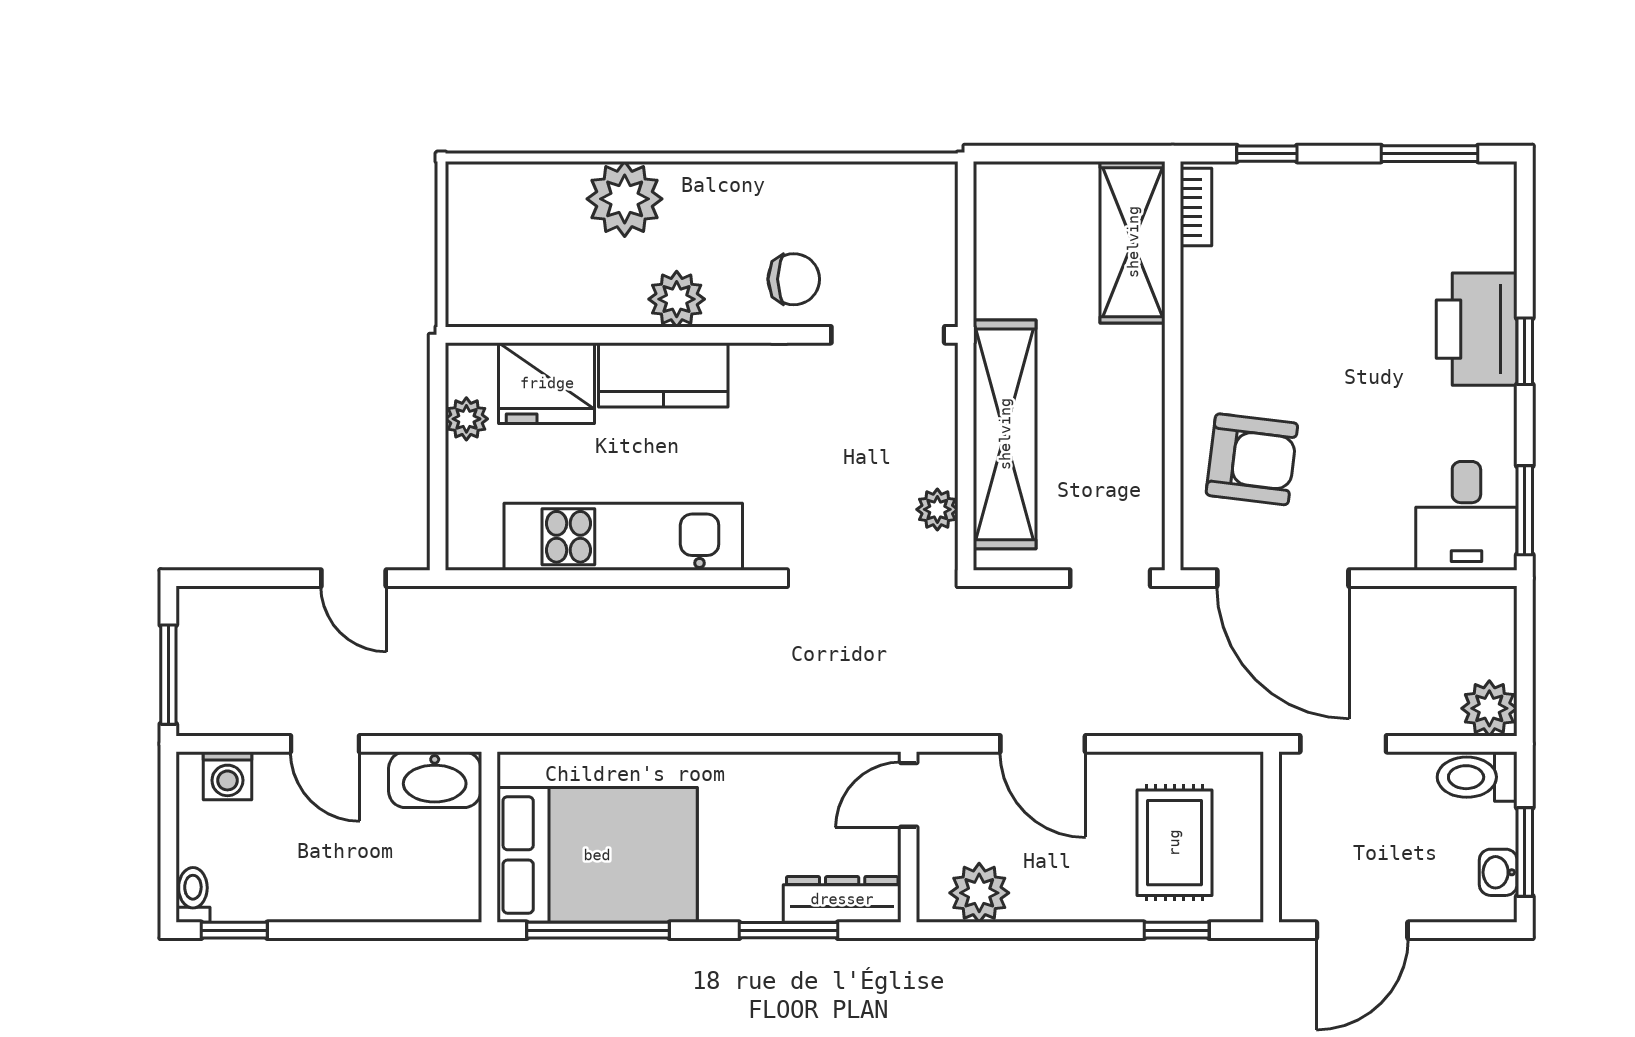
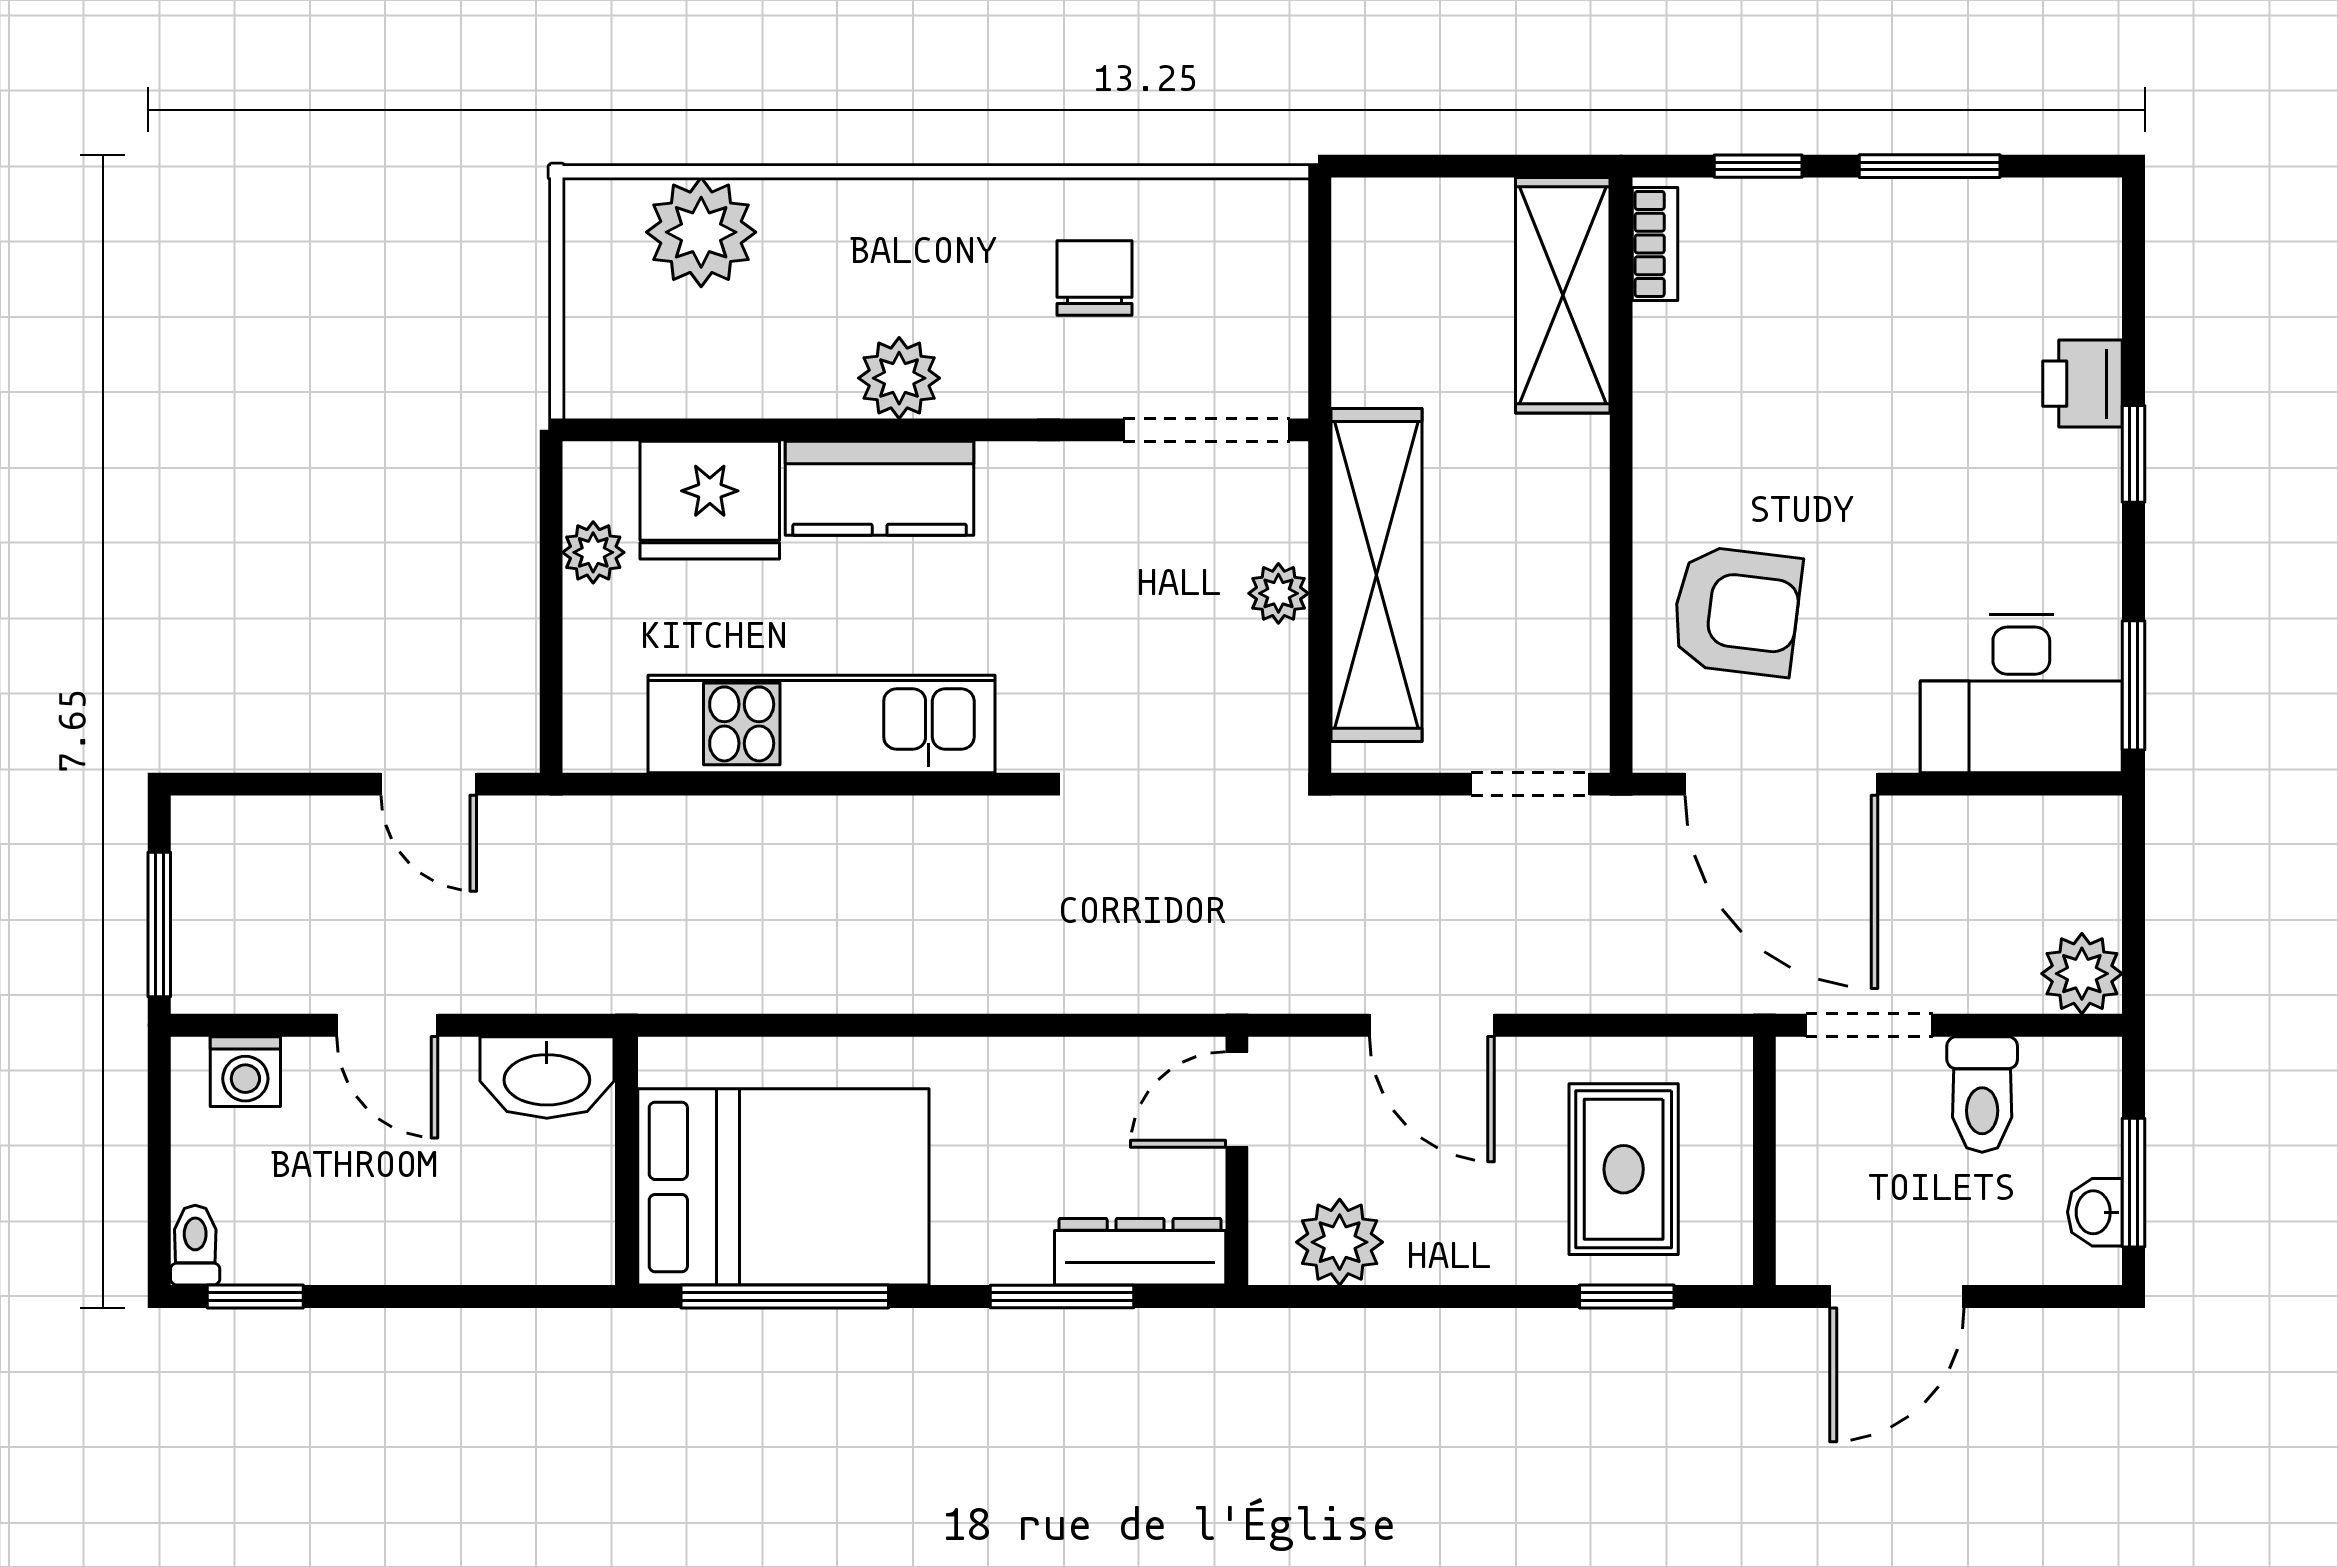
window: (1429, 154) -> (1930, 166), moved
plant: (625, 199) -> (701, 232), moved
chair: (794, 279) -> (1094, 278), moved, turned -90
printer: (1477, 329) -> (2083, 384), width x0.53, depth x0.68
plant: (937, 509) -> (1278, 593), moved
desk: (1466, 516) -> (2021, 693), width x1.37
toilet: (1477, 777) -> (1982, 1094), moved, turned -90

